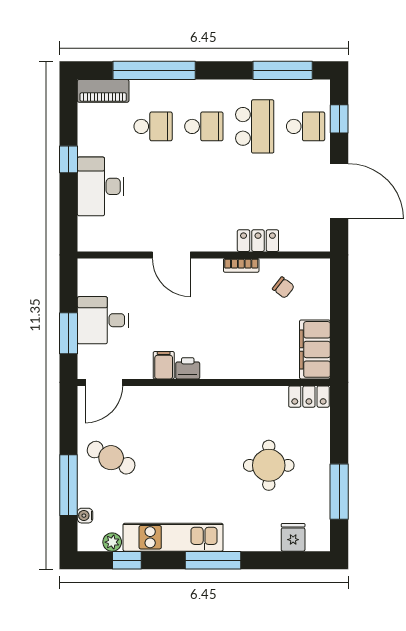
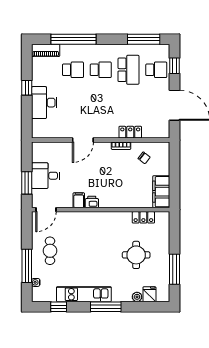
door: (171, 255) -> (83, 140), hinge flipped
locker: (309, 397) -> (143, 217), moved
cafe table: (111, 458) -> (50, 251), turned 63
plant: (112, 542) -> (137, 297), moved

